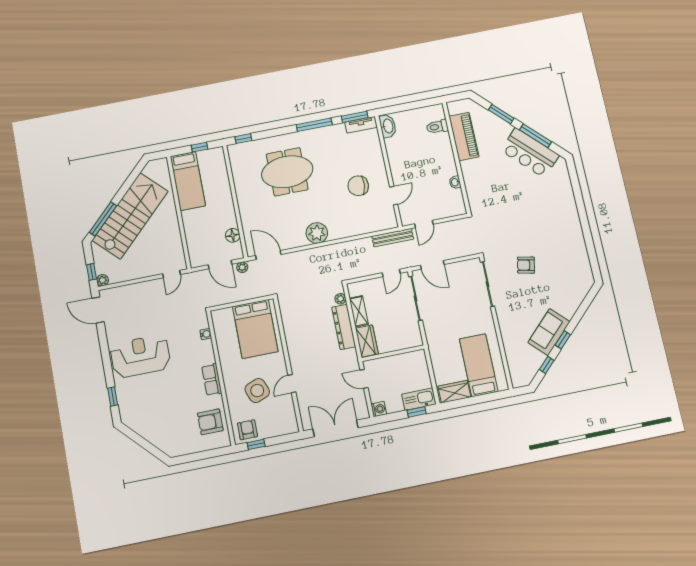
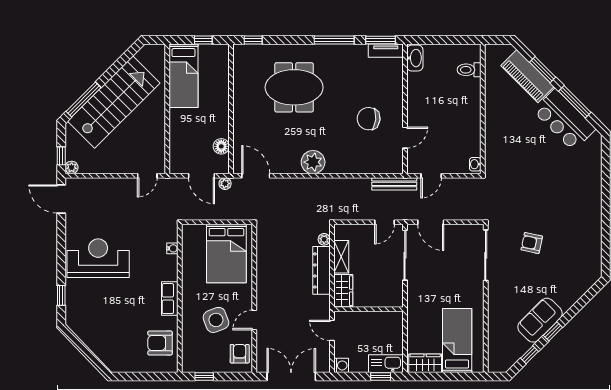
piano: (464, 137) -> (527, 76), moved, turned 135
washbasin: (455, 182) -> (475, 164), moved
armchair: (247, 430) -> (240, 354), moved

